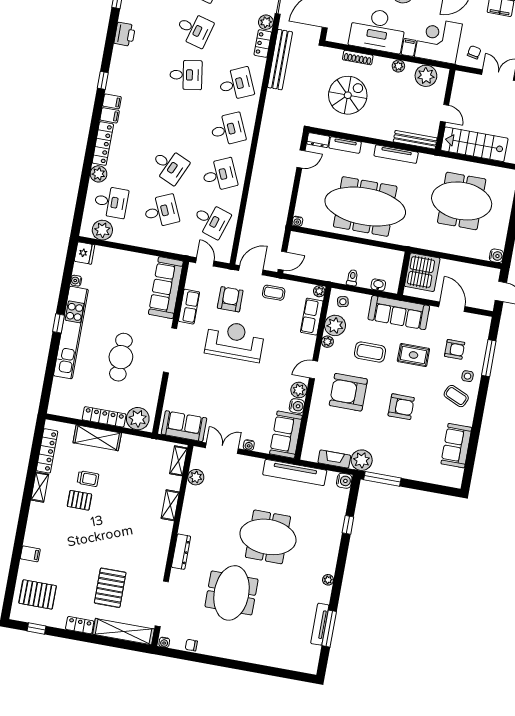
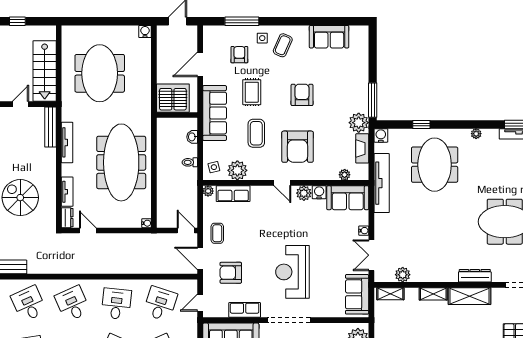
desk: (220, 175) -> (116, 304), turned 30
reception desk: (235, 341) -> (292, 272), moved
plant: (327, 342) -> (345, 175), moved
meeting table: (268, 537) -> (435, 165), moved
shelving: (161, 542) -> (470, 296), added

